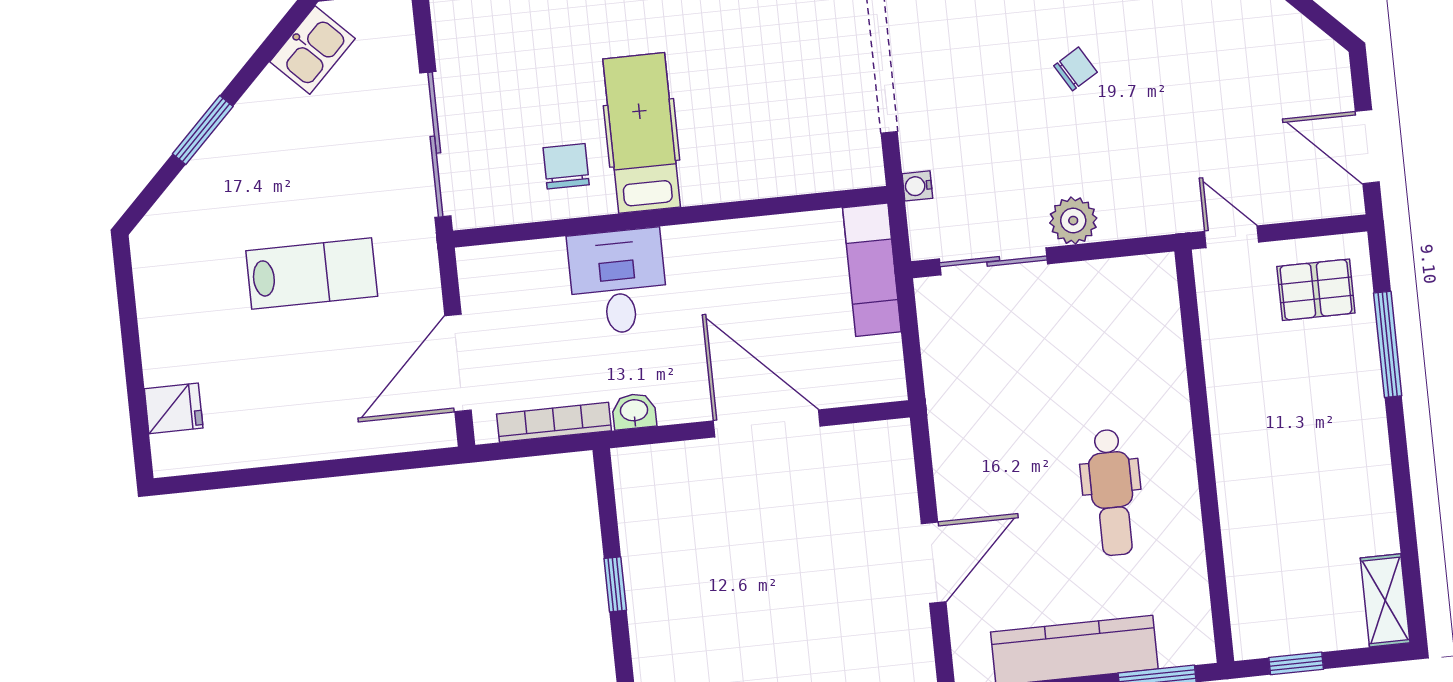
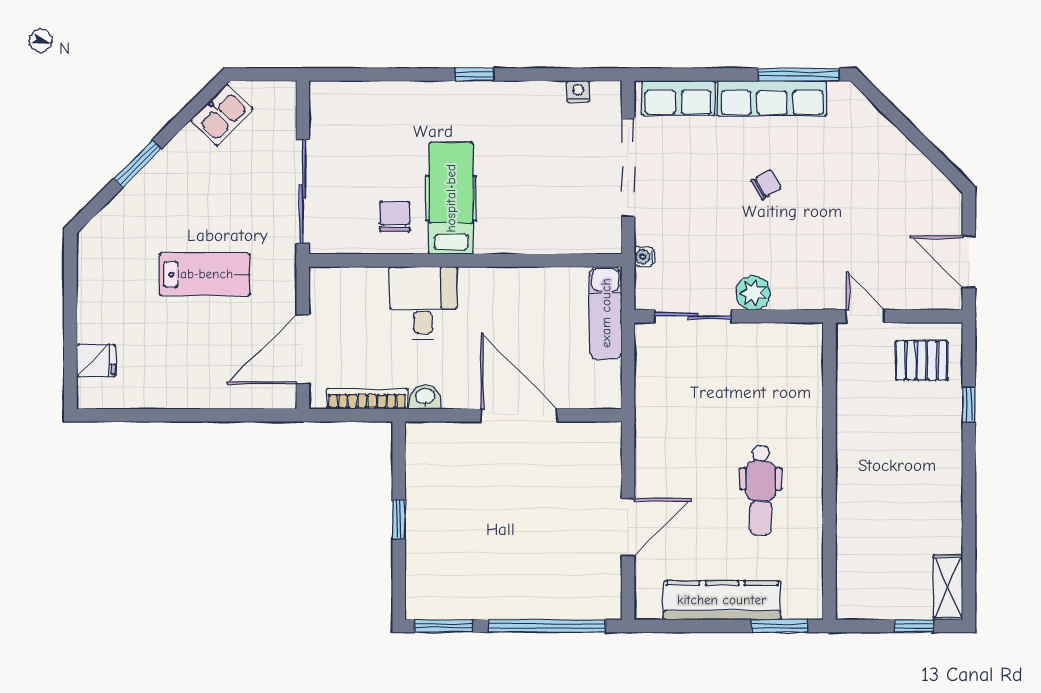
window: (1388, 344) -> (969, 405), width x0.46
window: (1296, 663) -> (914, 626), moved

